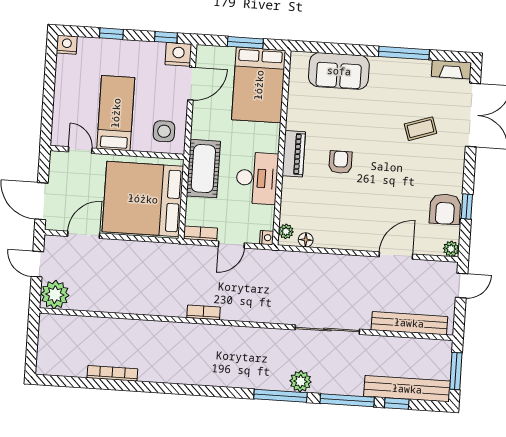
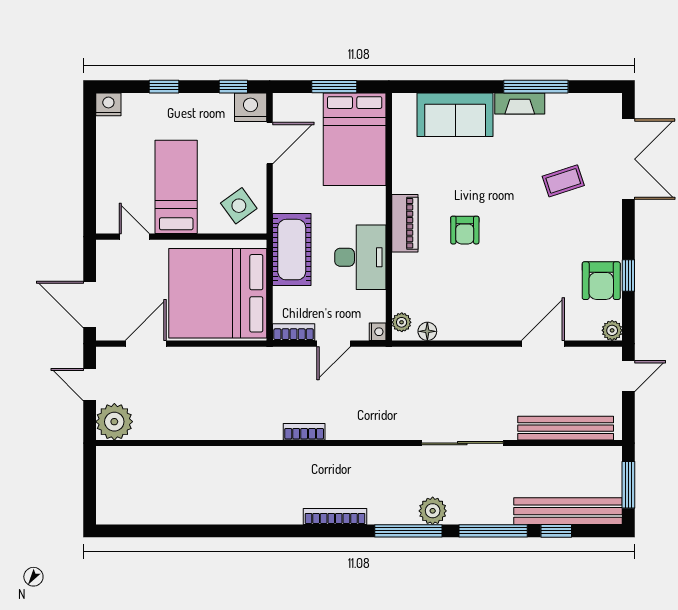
fireplace: (451, 70) -> (520, 103), moved
side table: (164, 131) -> (239, 206), turned -36
armchair: (340, 162) -> (465, 230), turned 180
bookcase: (112, 373) -> (335, 517), moved

